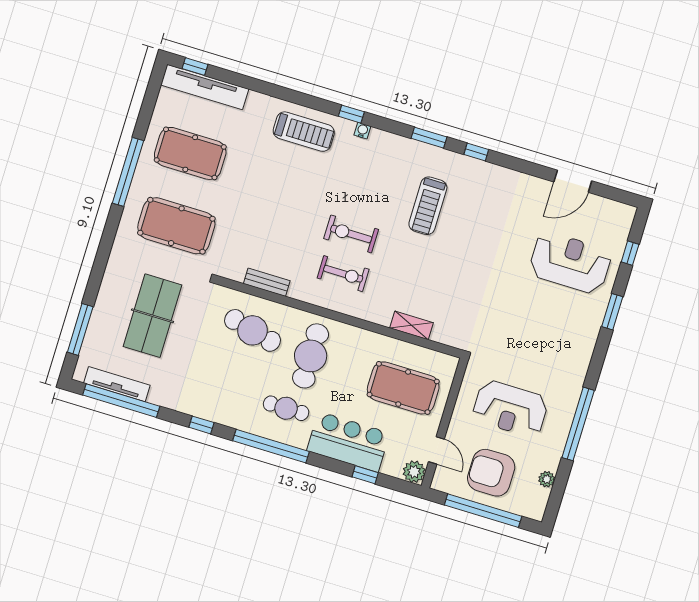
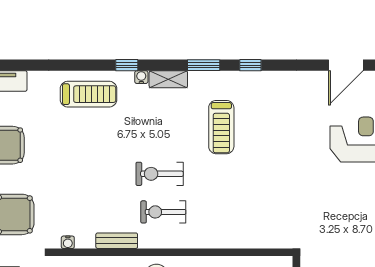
exercise bike: (343, 274) -> (163, 212), turned 180
water cooler: (237, 275) -> (68, 242), added
bench: (267, 282) -> (117, 241), moved
shelving: (412, 325) -> (168, 79), moved

